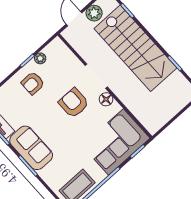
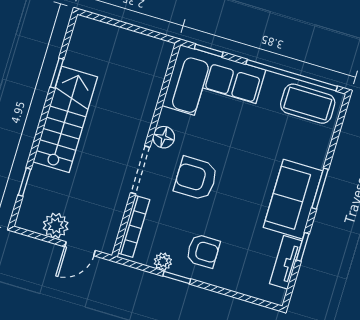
stairs: (135, 48) -> (65, 119), width x0.73, depth x0.66
bookcase: (68, 54) -> (134, 226), added
armchair: (74, 103) -> (196, 178), turned 90

